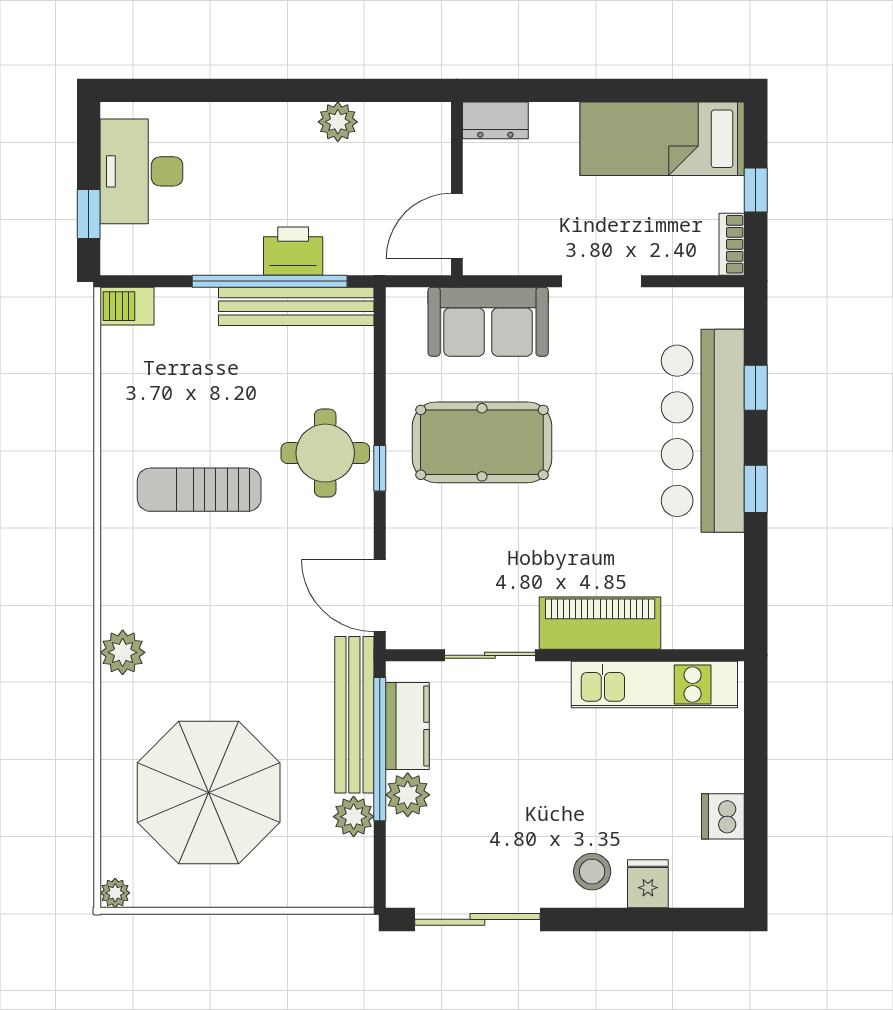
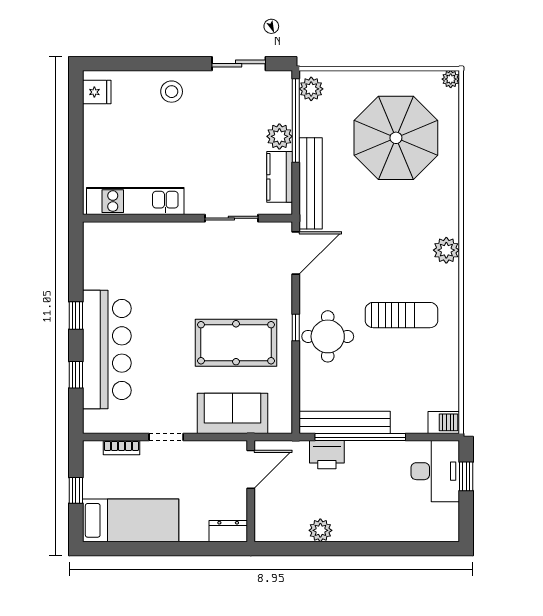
desk: (141, 171) -> (435, 471), moved
bookcase: (732, 244) -> (122, 448), moved, turned 90
printer: (293, 251) -> (327, 455), moved
doorway: (601, 281) -> (166, 437), width x0.73
door: (380, 596) -> (296, 253), hinge flipped
piano: (600, 623) -> (167, 237), removed
plant: (123, 652) -> (446, 250), moved
window: (380, 749) -> (296, 121), moved
dishwasher: (723, 816) -> (95, 124), removed
plant: (354, 817) -> (311, 89), moved
fridge: (648, 884) -> (97, 92), moved, turned -90
sliding door: (477, 919) -> (239, 64), width x0.73

